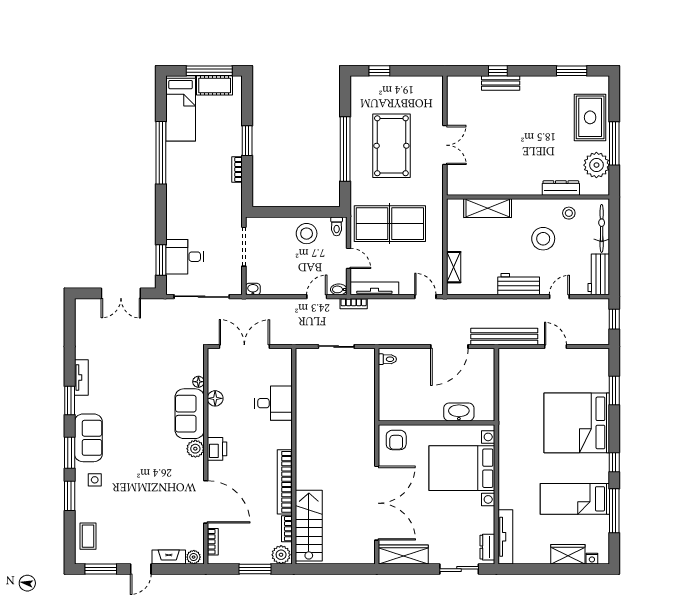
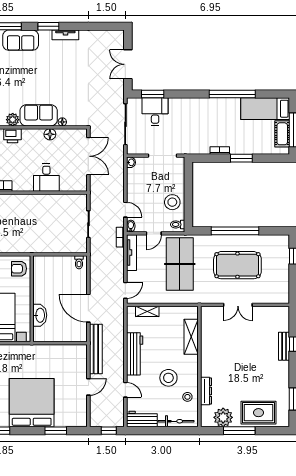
workbench: (519, 284) -> (135, 354), width x1.38

